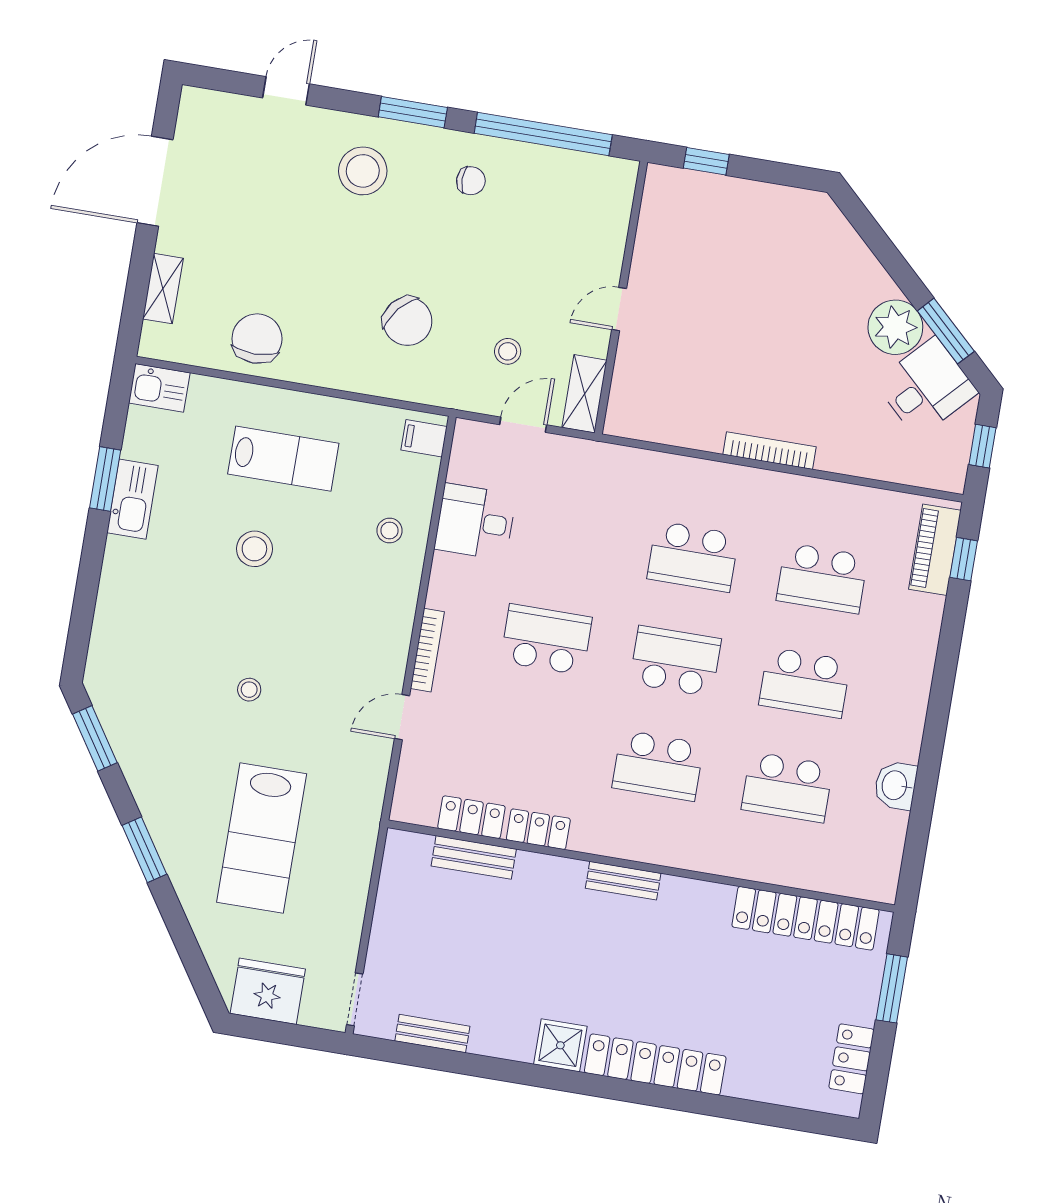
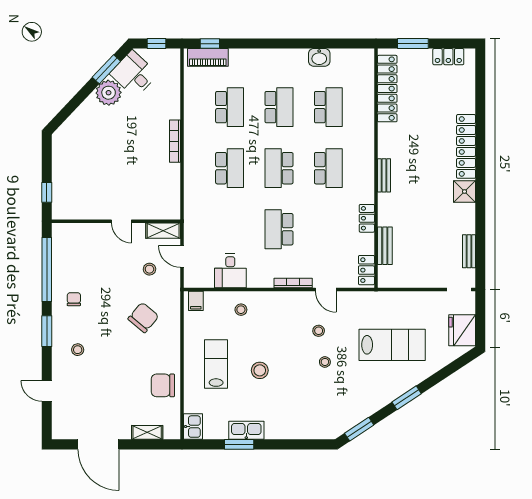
stool: (363, 171) -> (78, 350), width x0.53, depth x0.53
stool: (317, 687) -> (319, 331), added
locker: (471, 817) -> (366, 270), moved

